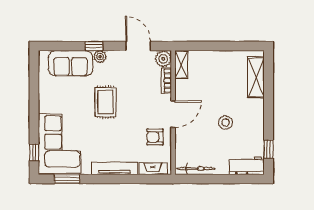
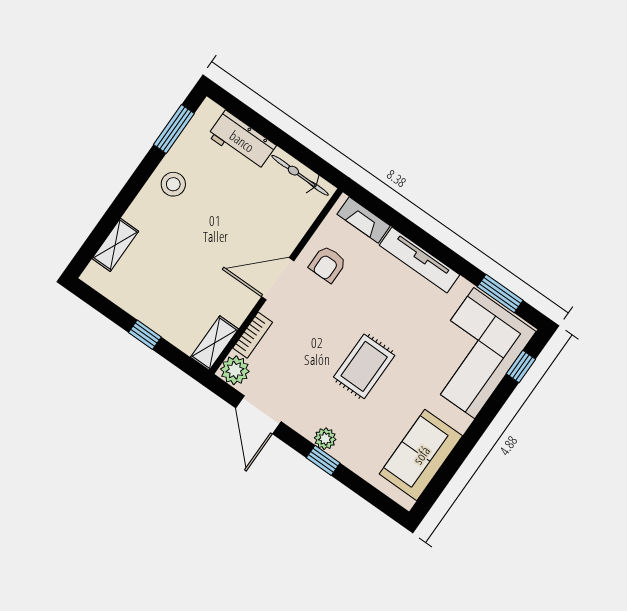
window: (216, 46) -> (145, 335), added
sofa: (70, 63) -> (421, 455), moved, turned -90
shelving: (256, 77) -> (115, 245), width x0.67, depth x0.75
stool: (226, 123) -> (173, 184), moved
armchair: (155, 137) -> (328, 264), turned 90
window: (269, 149) -> (174, 129), width x1.50
workbench: (247, 166) -> (242, 141), moved

